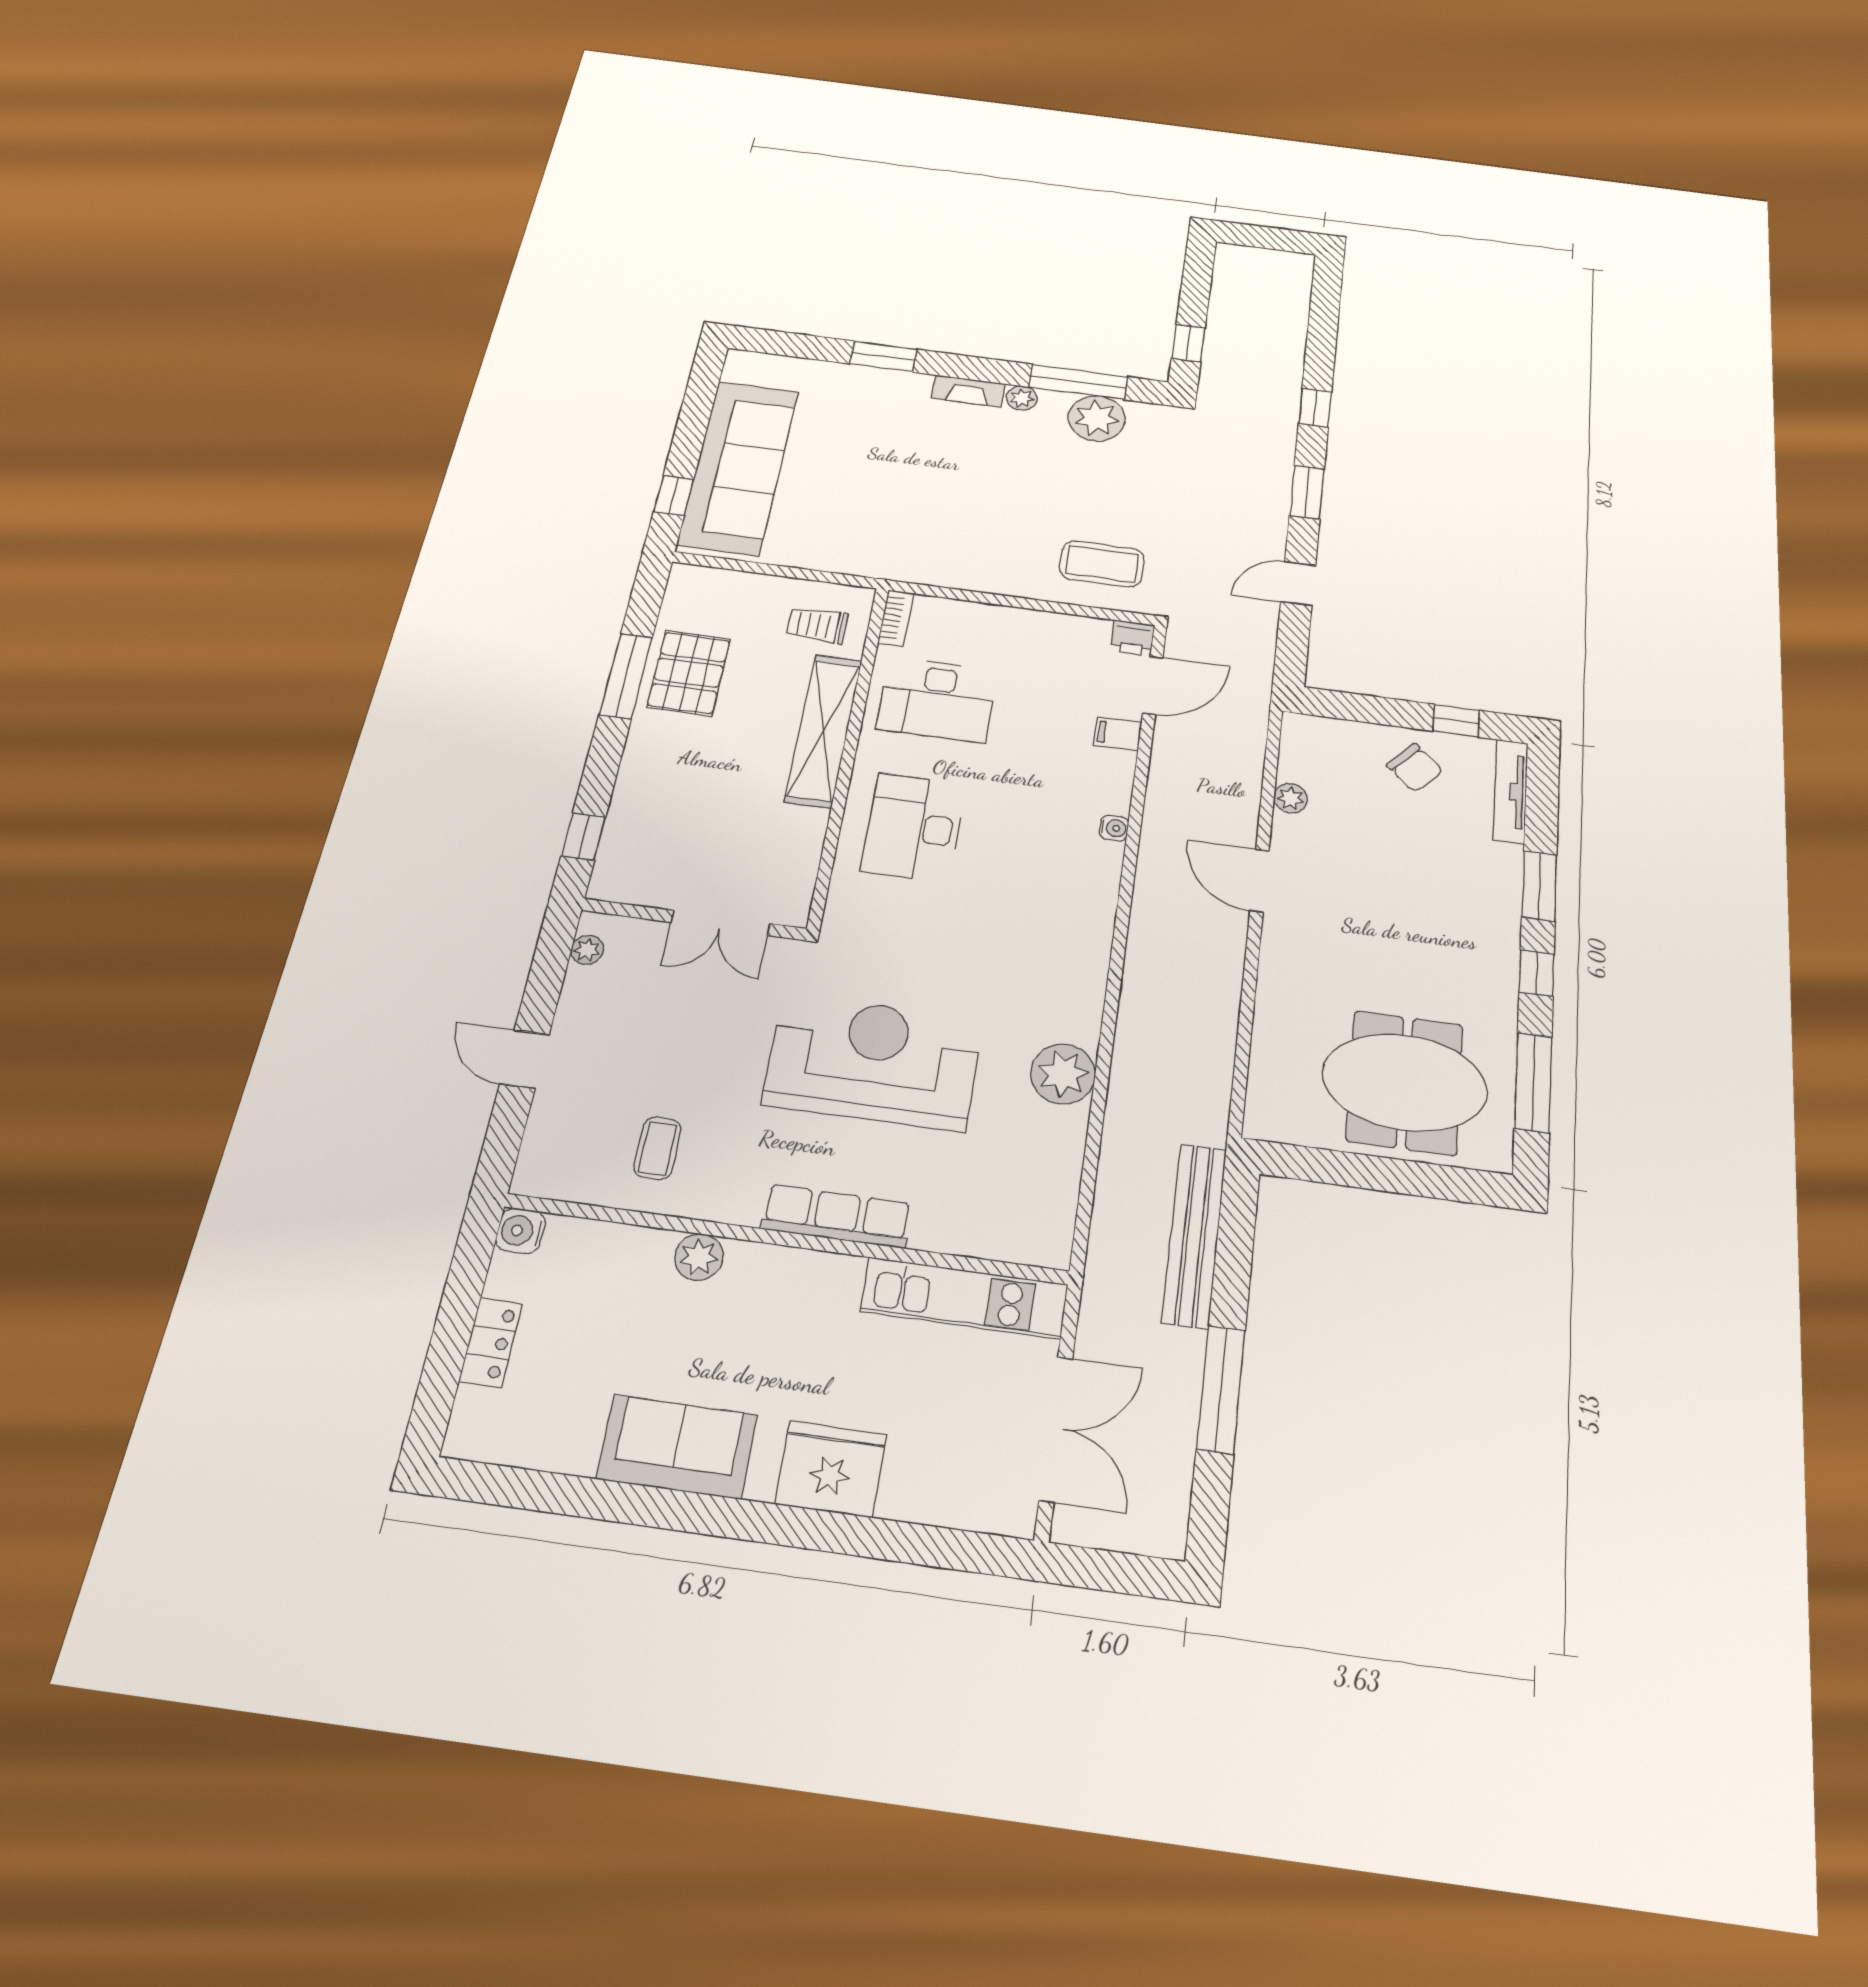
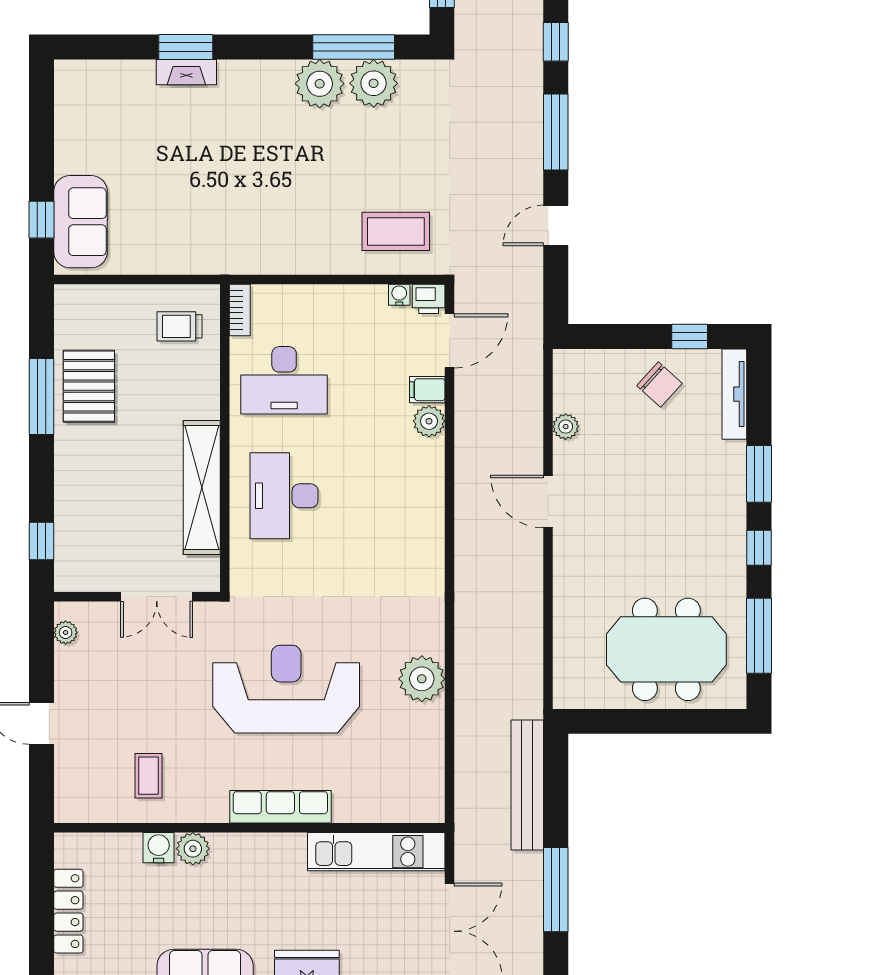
fireplace: (968, 391) -> (186, 72), moved
plant: (1022, 398) -> (320, 84), width x1.88, depth x1.88
sofa: (739, 467) -> (81, 222), width x0.54, depth x0.79
window: (1307, 492) -> (556, 132), width x1.44
shelving: (823, 730) -> (202, 488), moved
plant: (1115, 769) -> (429, 421), added
water cooler: (1114, 828) -> (399, 295), moved, turned -90
water cooler: (521, 1231) -> (159, 848), moved, turned 90
locker: (491, 1343) -> (68, 911), width x1.53

